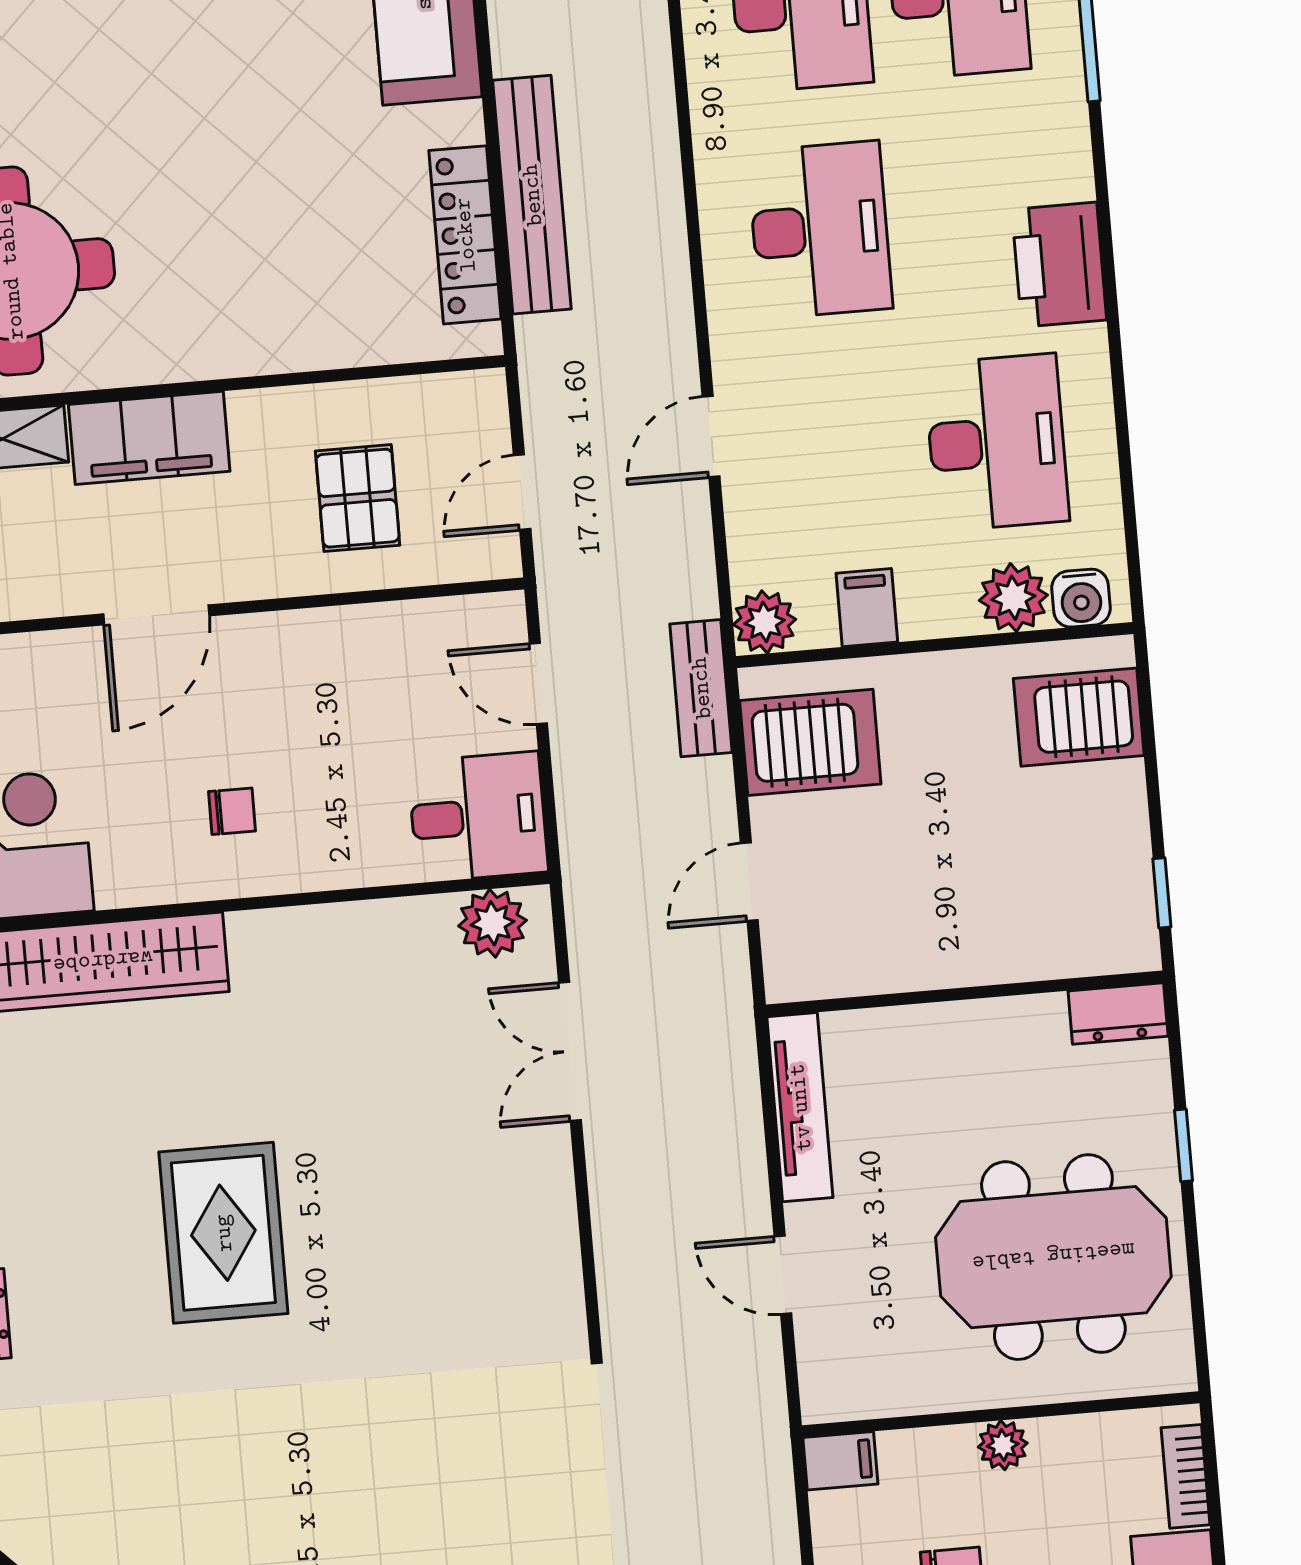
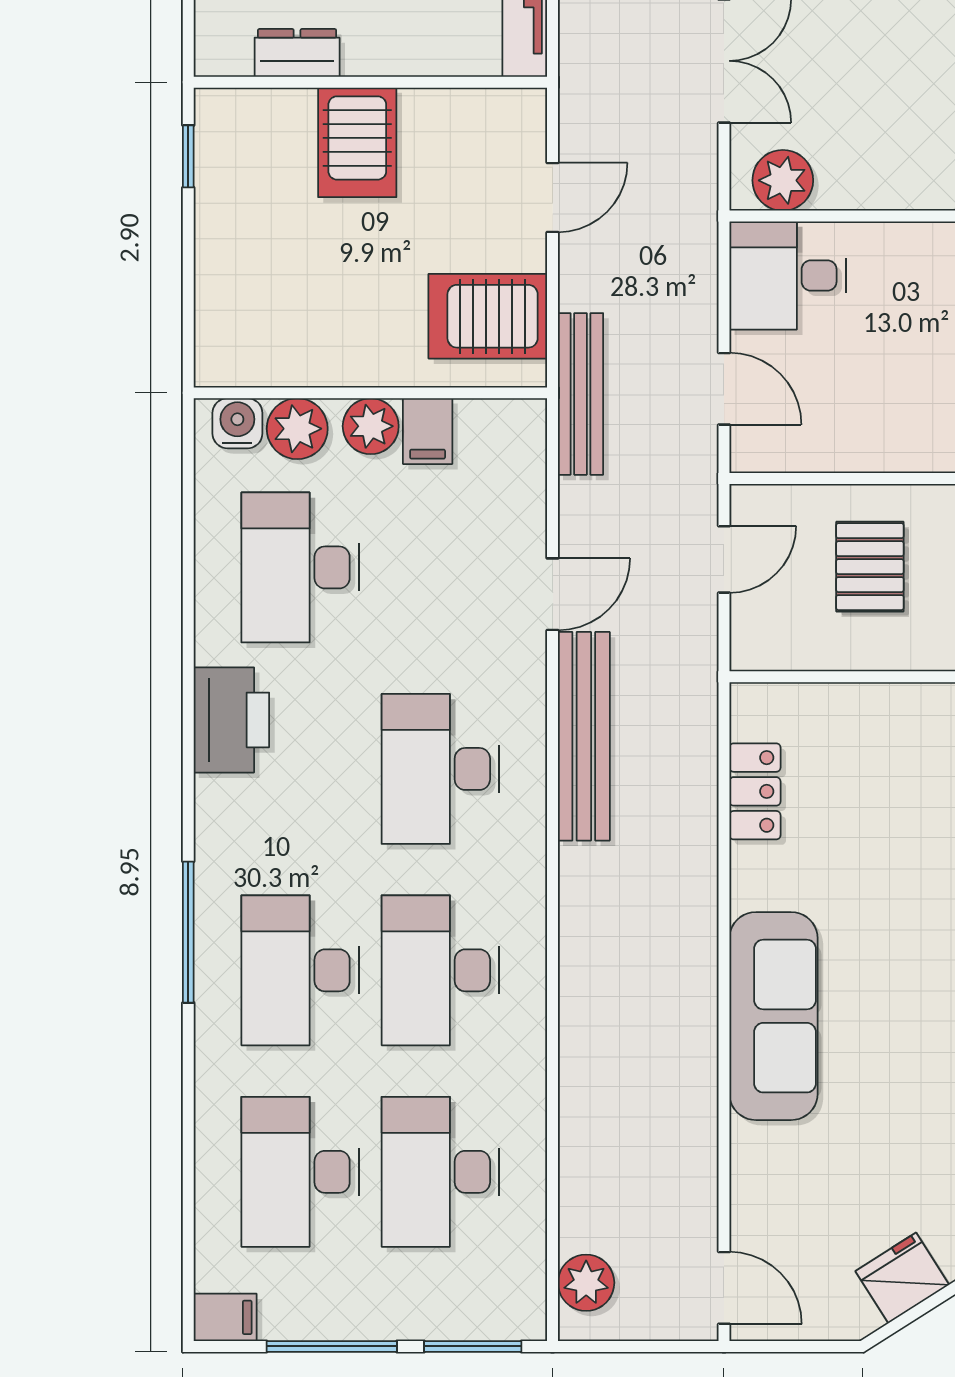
bench: (532, 195) -> (584, 736), moved
locker: (465, 235) -> (755, 791), width x0.66
plant: (765, 622) -> (371, 426), moved
bench: (701, 688) -> (581, 394), width x1.36
server rack: (1079, 717) -> (357, 142), moved, turned 90
dresser: (1118, 1014) -> (297, 53), moved

